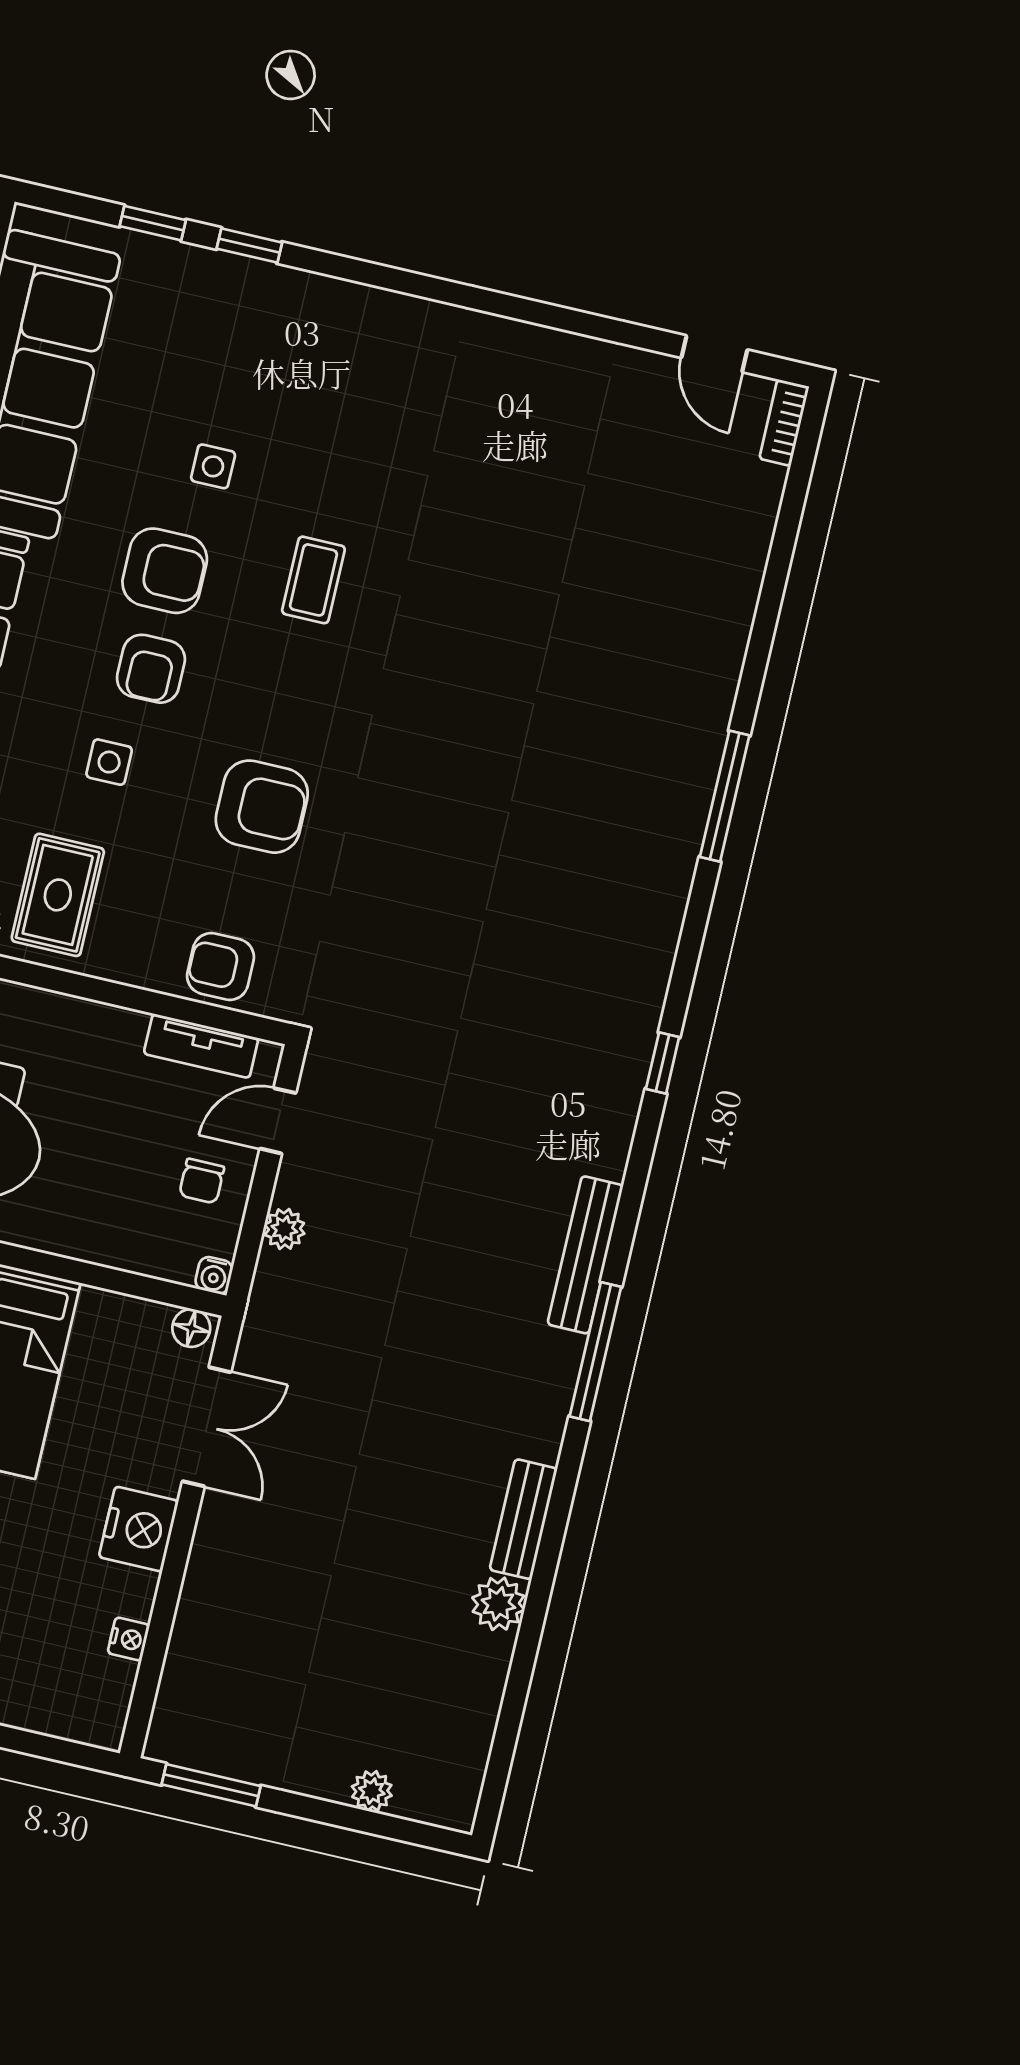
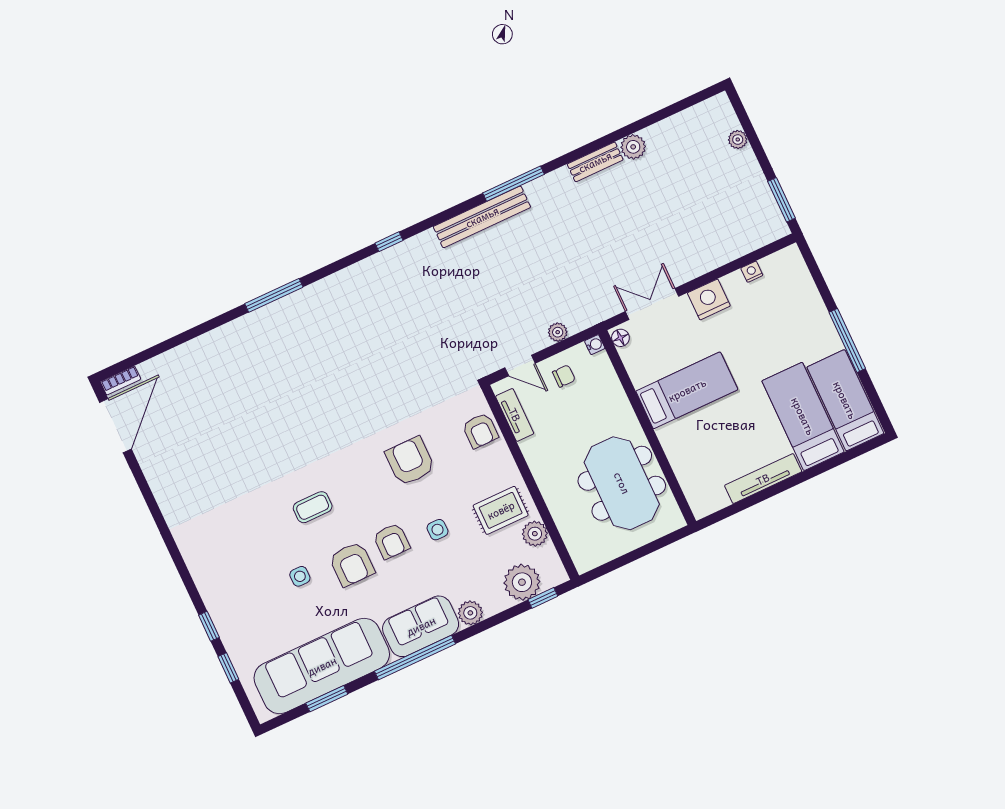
door: (714, 354) -> (115, 426), width x1.87
armchair: (165, 571) -> (352, 564), turned 180
armchair: (151, 669) -> (391, 541), turned 90
bench: (585, 1255) -> (482, 217), width x1.37, depth x1.21

